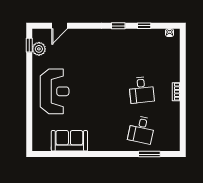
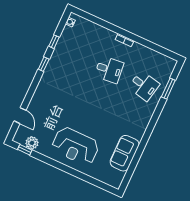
reception desk: (55, 91) -> (75, 146), turned 180

